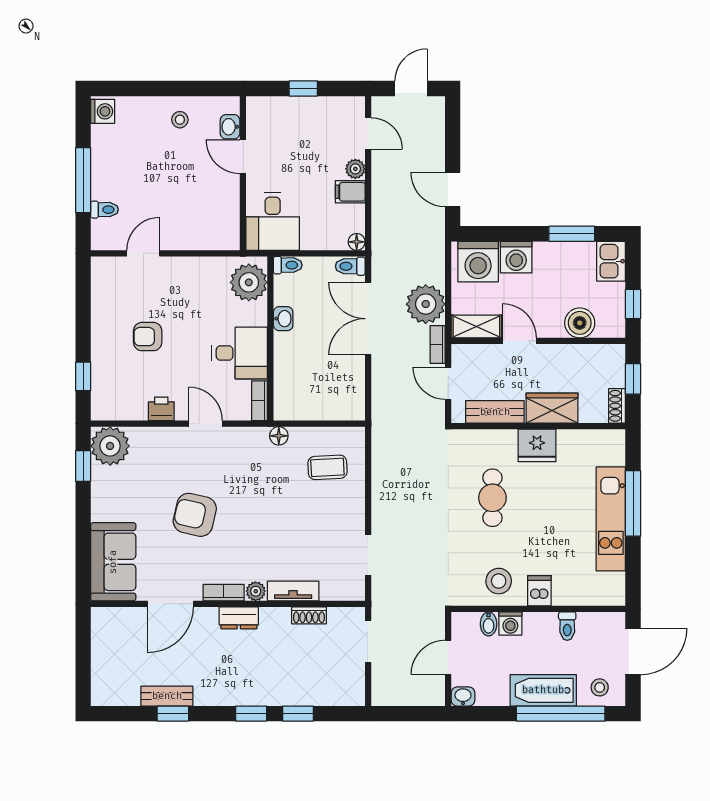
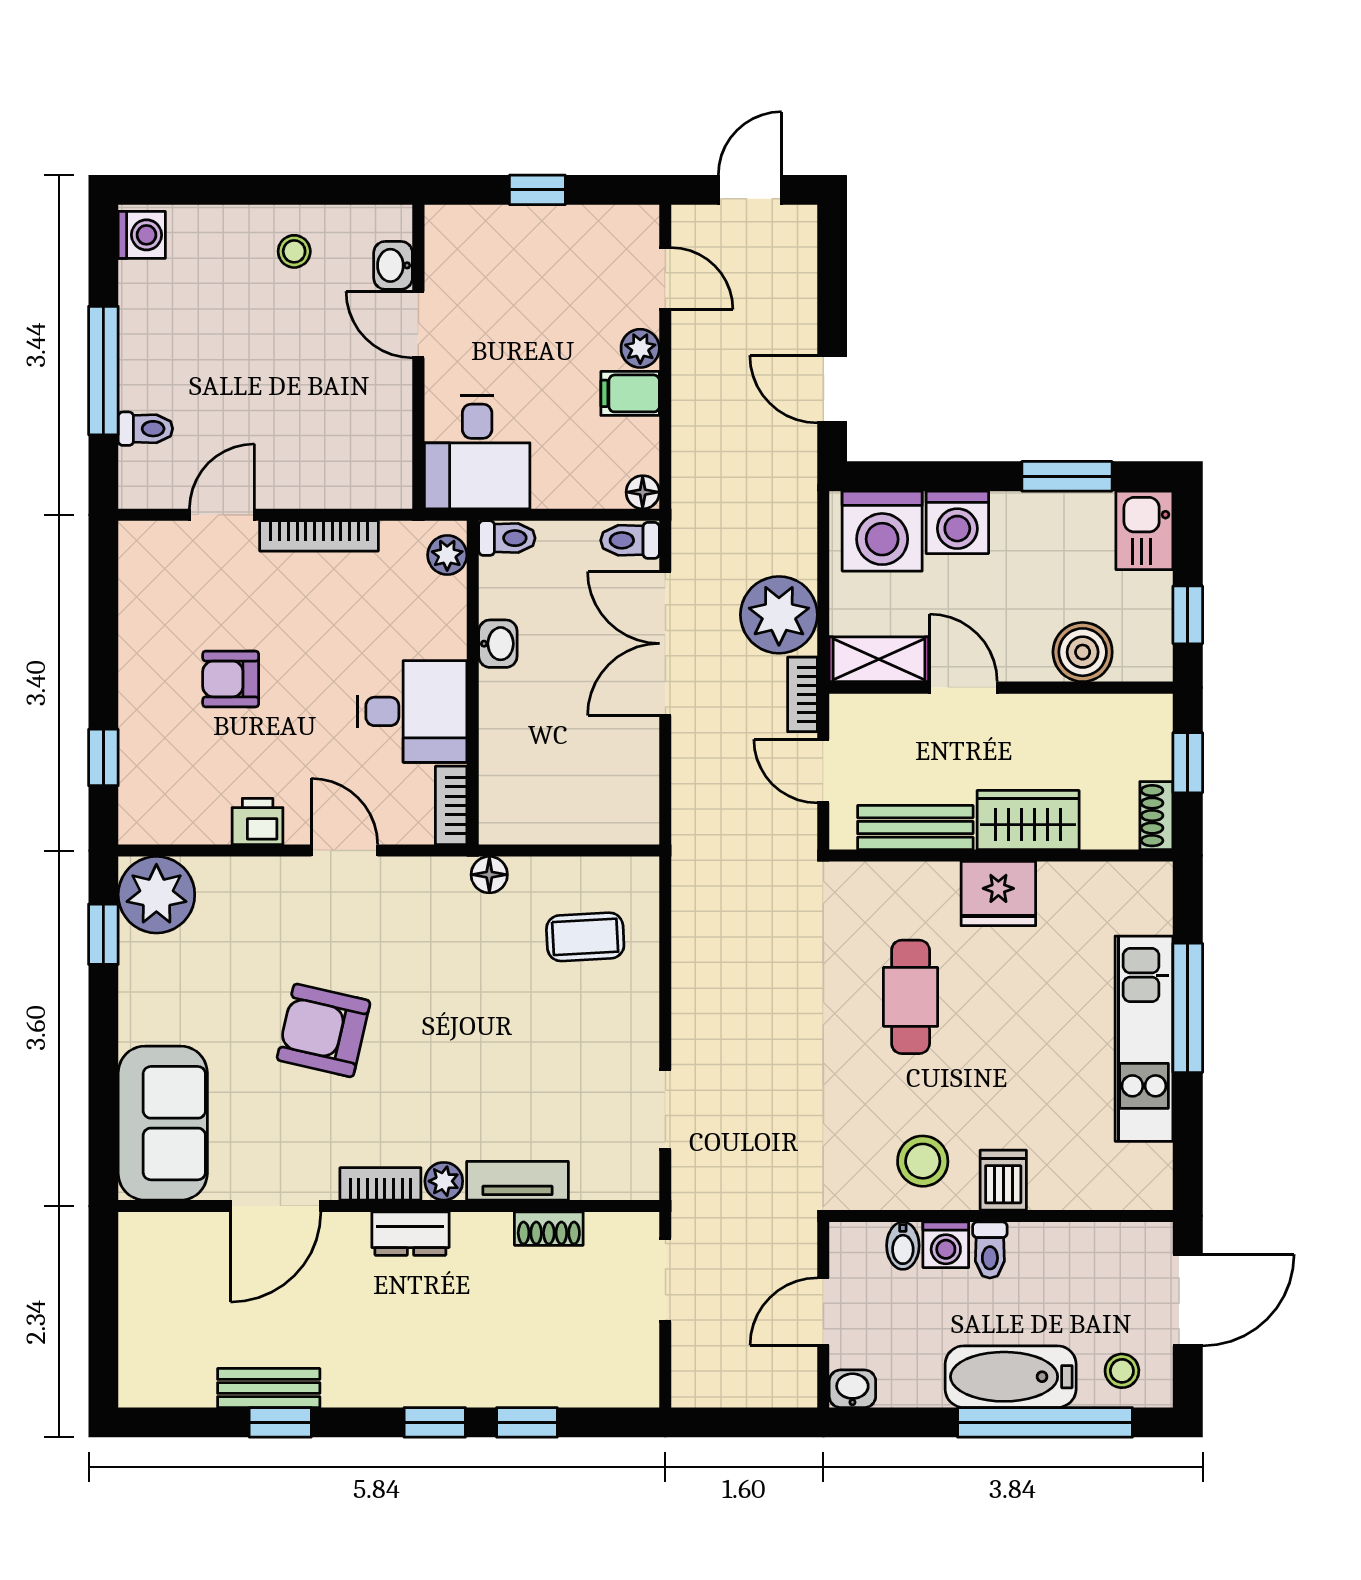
bookcase: (192, 264) -> (319, 536), added
plant: (249, 282) -> (447, 555), width x0.53, depth x0.53
toilet: (567, 626) -> (990, 1250), moved

